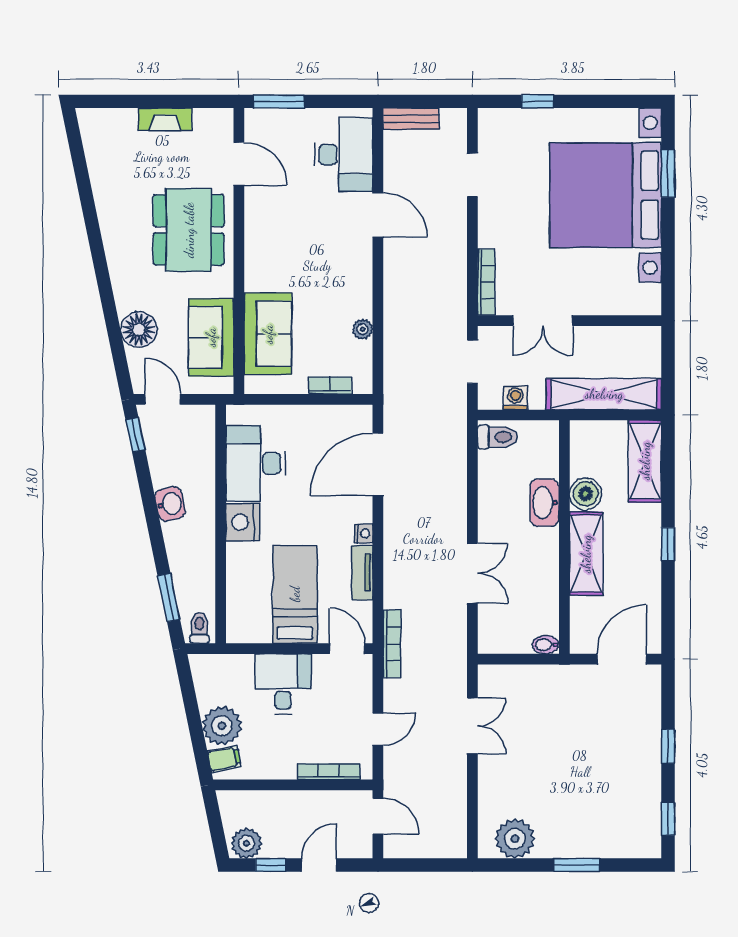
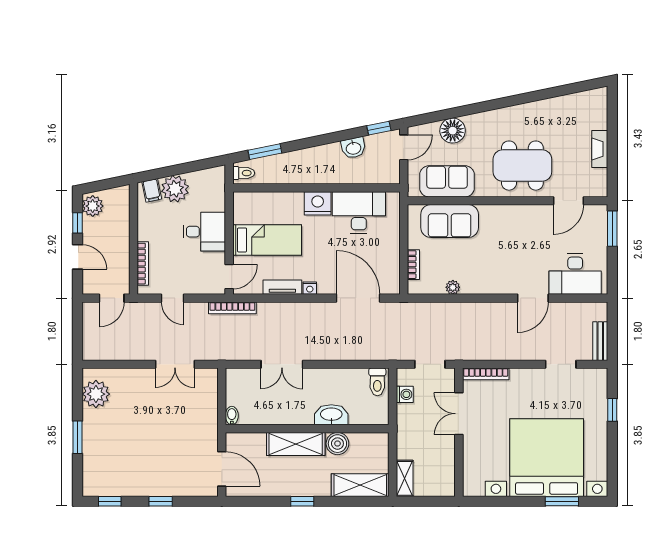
bench: (411, 119) -> (600, 341), moved
shelving: (604, 394) -> (405, 478), width x0.45, depth x0.75
washbasin: (170, 504) -> (353, 148), moved

